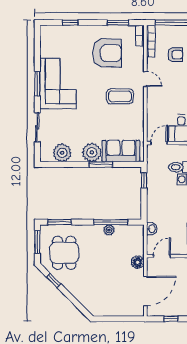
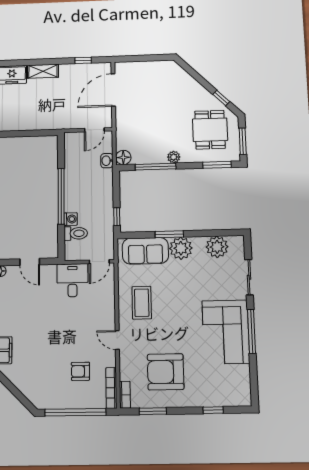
window: (37, 84) -> (252, 331), width x1.44
coffee table: (120, 96) -> (142, 303), moved, turned 90
plant: (109, 230) -> (174, 157), moved
floor lamp: (138, 262) -> (123, 157), moved

